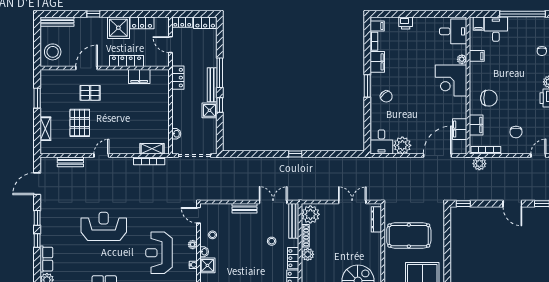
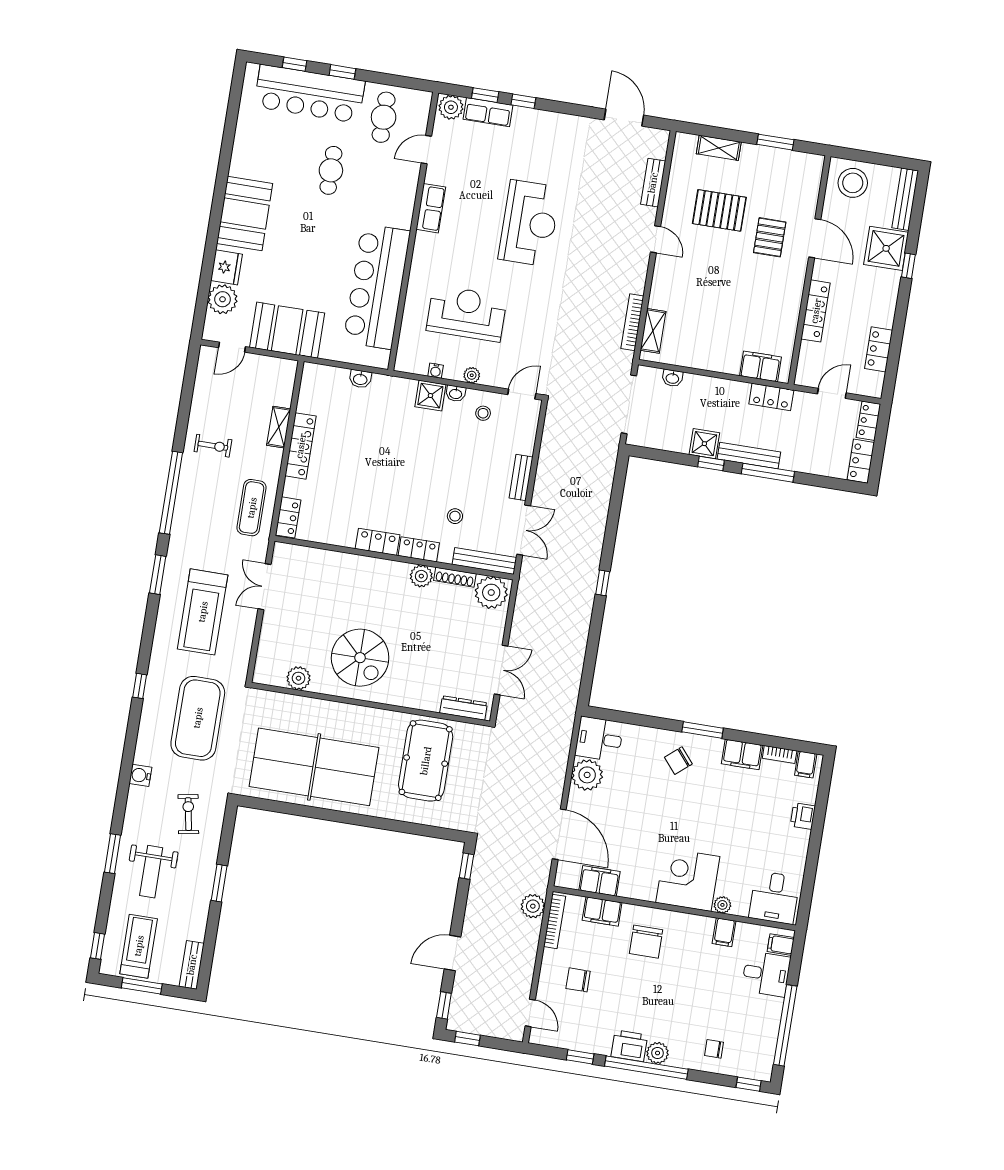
shower: (118, 28) -> (886, 248), moved
filing cabinet: (139, 76) -> (760, 366), moved, turned 90
window: (37, 218) -> (485, 95), moved

